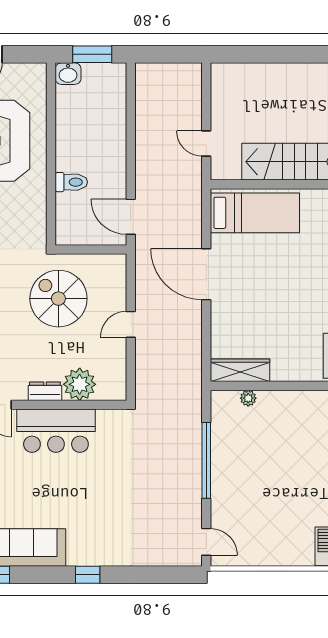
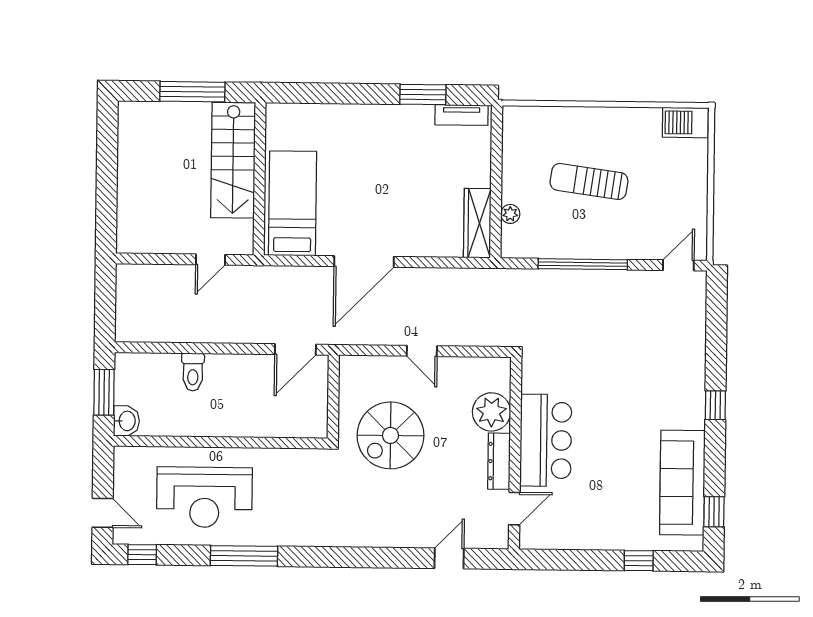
toilet: (71, 182) -> (193, 372), moved, turned 180
dresser: (45, 391) -> (499, 461), width x1.44
sun lounger: (277, 465) -> (589, 181), added

